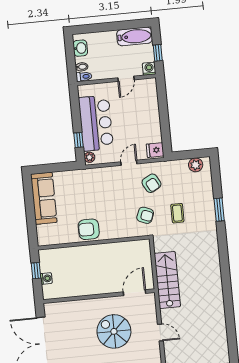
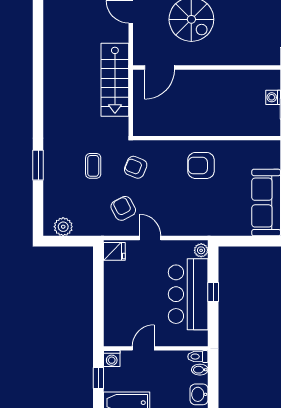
window: (79, 140) -> (213, 292), moved
door: (129, 163) -> (150, 238), swing flipped
armchair: (89, 229) -> (201, 165), moved, turned 180

